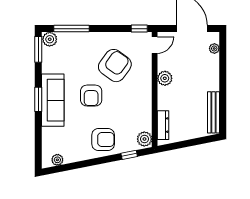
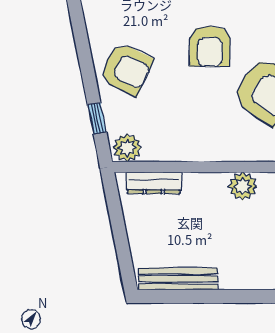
armchair: (91, 96) -> (210, 46), turned -90
armchair: (103, 140) -> (126, 69), turned -65

